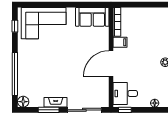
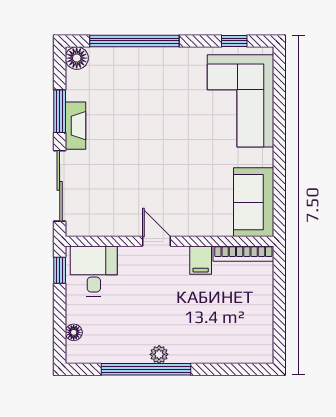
door: (111, 63) -> (156, 241), width x0.53

